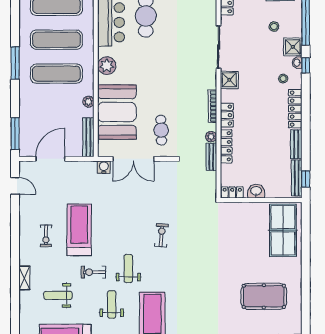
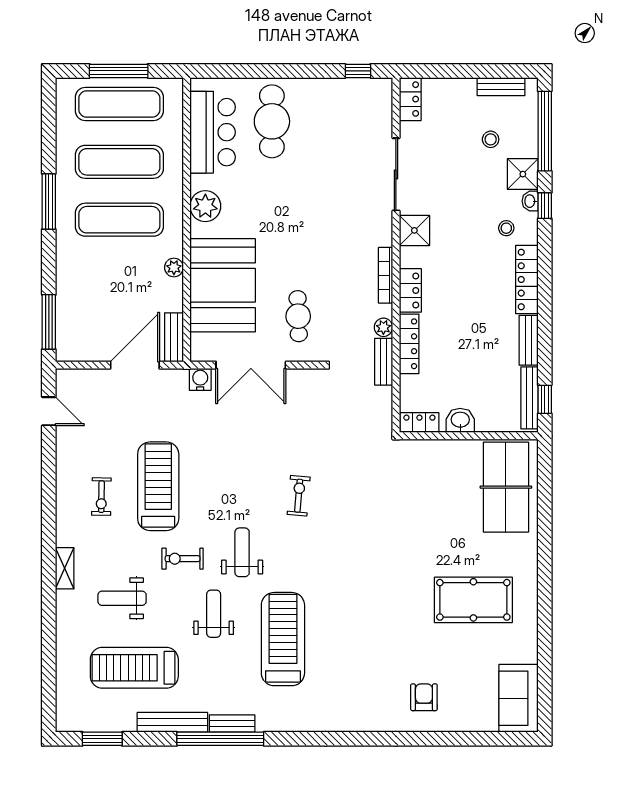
bench: (88, 137) -> (174, 337), width x0.73
door: (50, 159) -> (135, 365), moved

